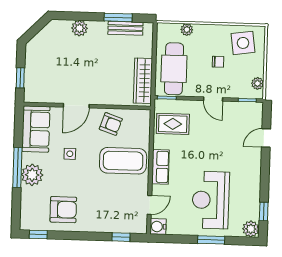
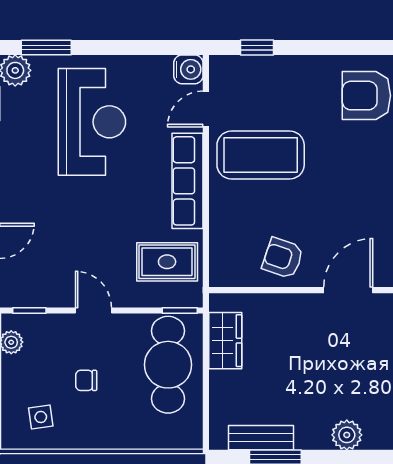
plant: (187, 30) -> (146, 439), removed
side table: (243, 43) -> (41, 417), width x0.54, depth x0.54
wardrobe: (143, 81) -> (225, 341), width x0.67
side table: (70, 154) -> (357, 200), removed
coffee table: (123, 161) -> (261, 155), moved
row of seats: (160, 167) -> (188, 181), width x1.48
window: (211, 240) -> (46, 47), moved

